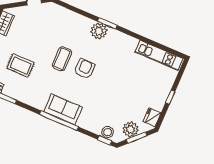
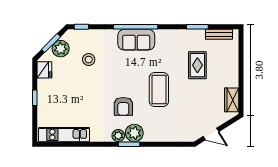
plant: (113, 35) -> (118, 136), added
coffee table: (62, 59) -> (159, 90), width x1.36, depth x1.32
rug: (21, 65) -> (197, 65), turned 90
armchair: (85, 69) -> (123, 106), moved
stool: (108, 132) -> (89, 60), moved

